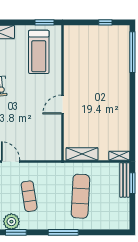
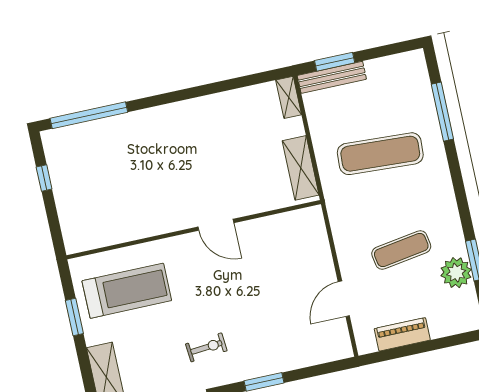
window: (45, 22) -> (74, 317), moved
window: (63, 232) -> (442, 112), moved

